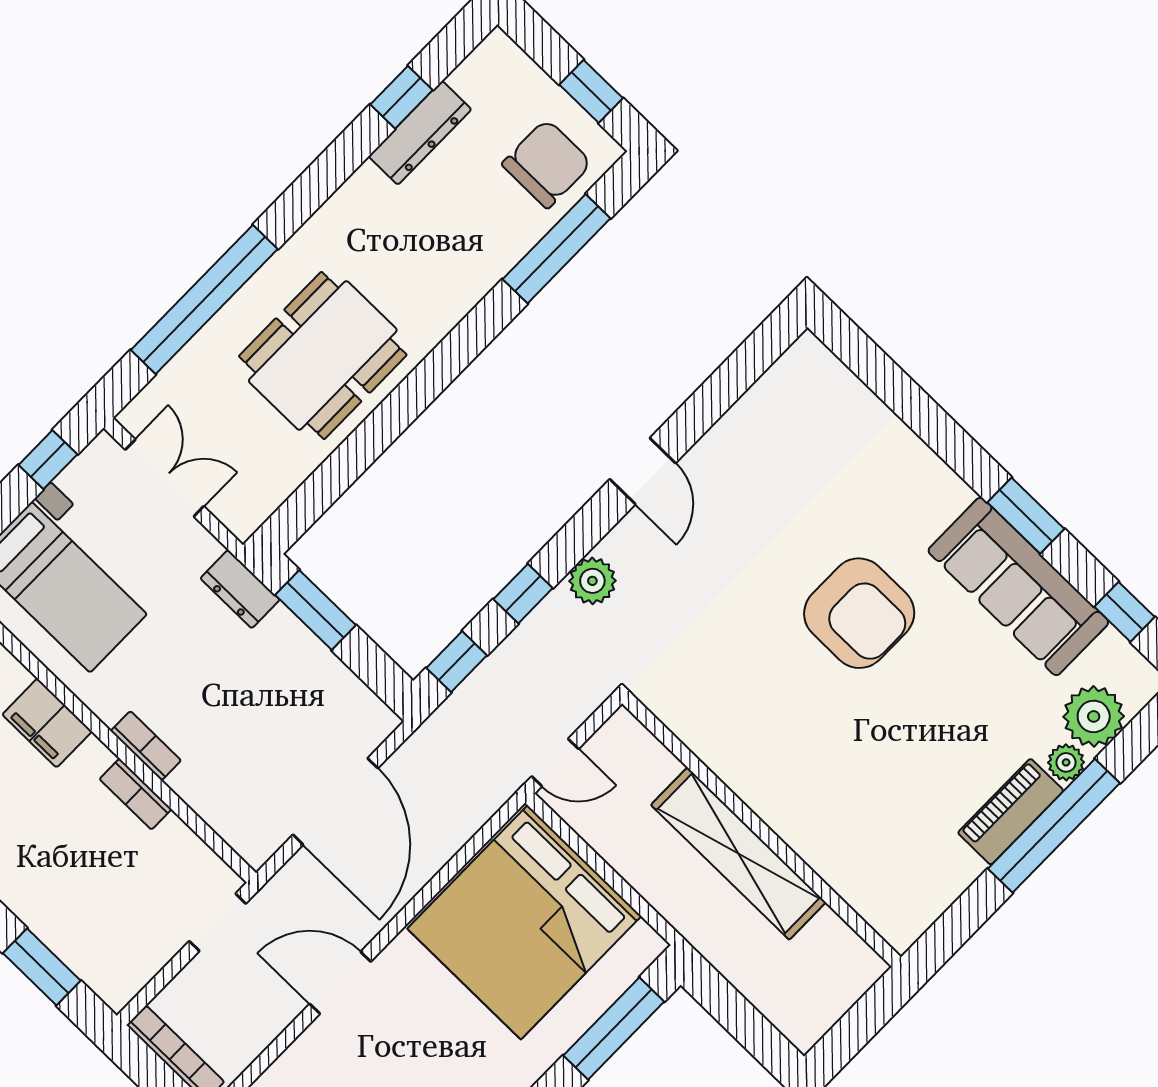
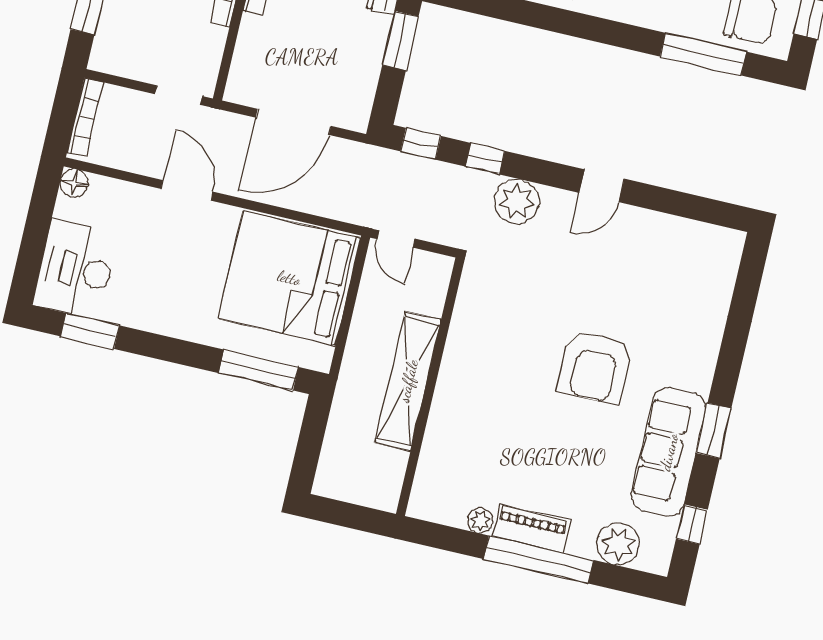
plant: (592, 581) -> (517, 201), width x1.36, depth x1.36
plant: (1066, 762) -> (480, 521), moved

